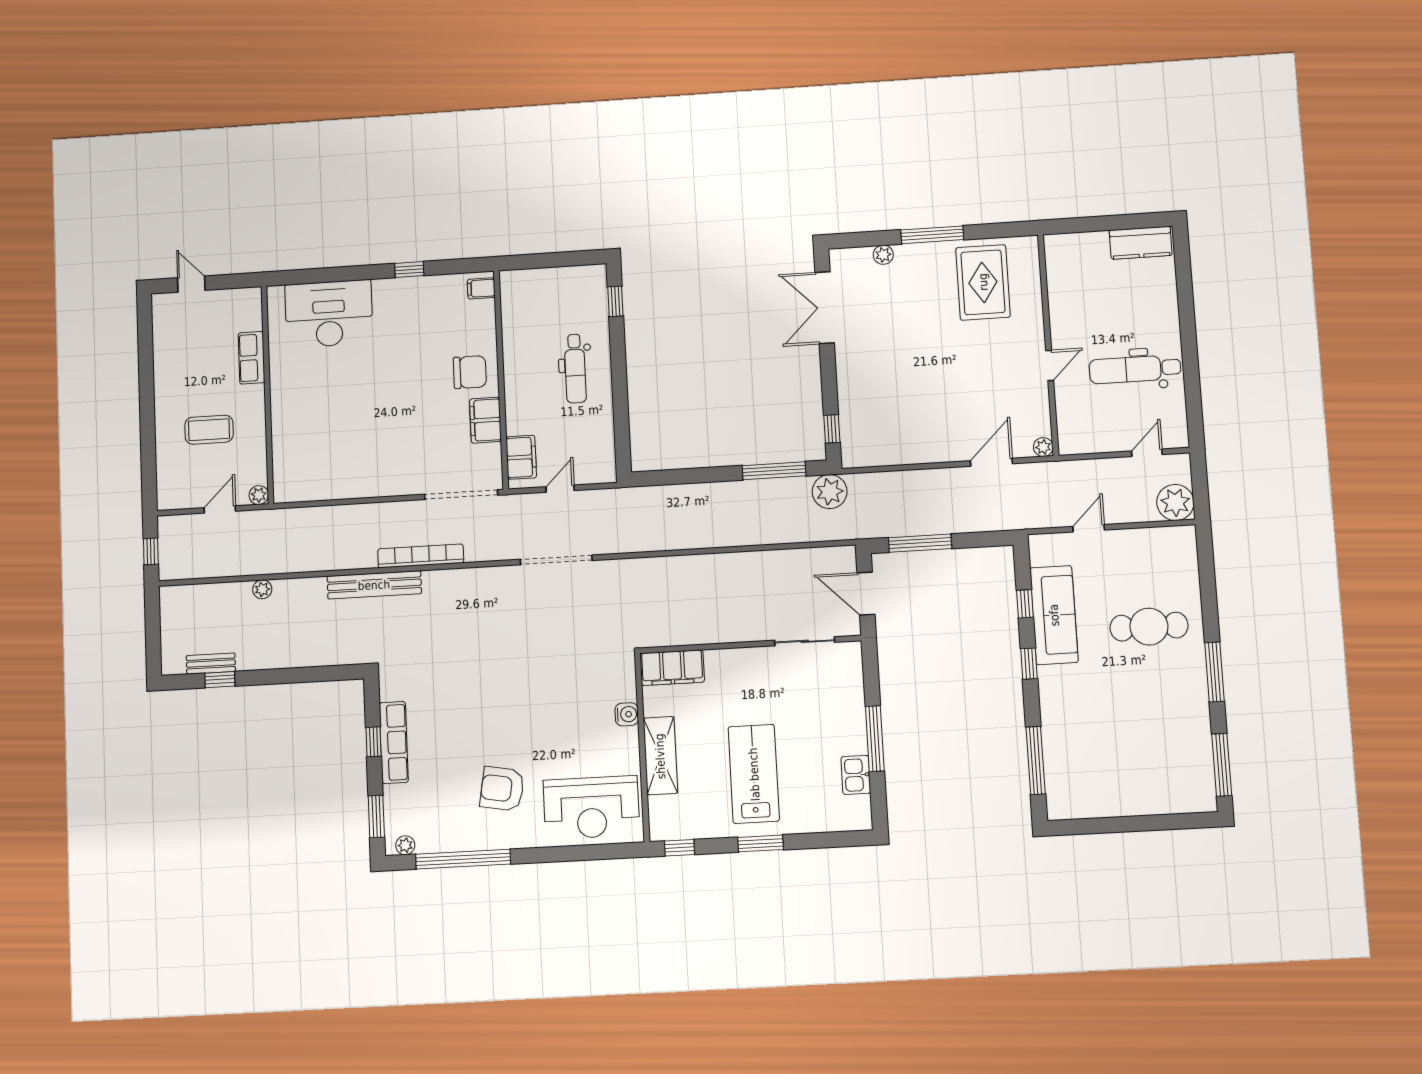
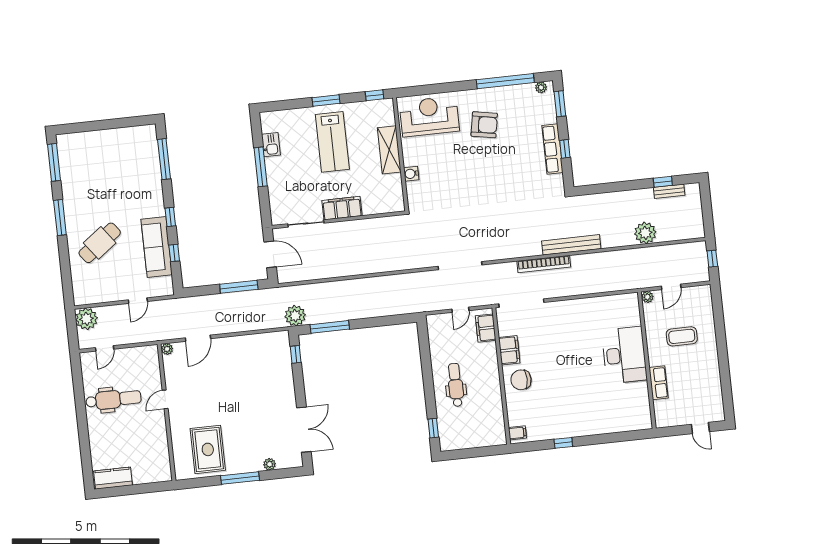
desk: (329, 314) -> (624, 355), moved, turned -90
plant: (262, 589) -> (645, 233), width x1.88, depth x1.88
cafe table: (1149, 627) -> (100, 243), turned -37
filing cabinet: (672, 668) -> (342, 208), moved

